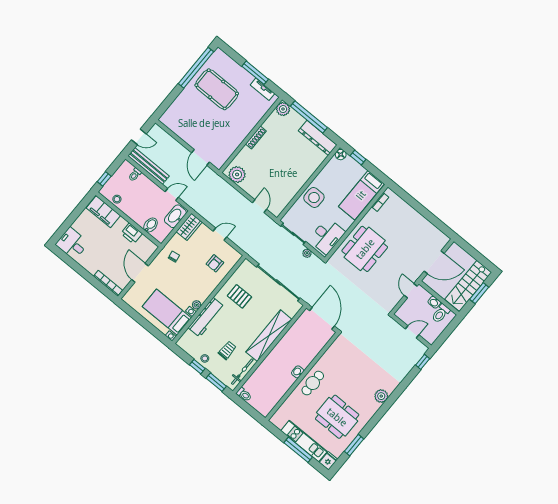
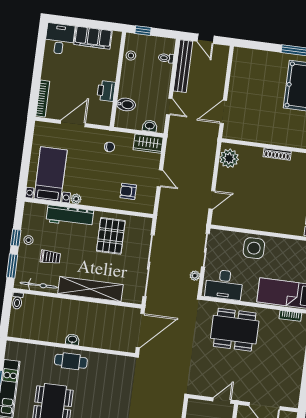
filing cabinet: (103, 212) -> (93, 38), moved, turned -90
washbasin: (175, 216) -> (150, 126), width x0.52, depth x0.69
pallet: (239, 296) -> (111, 236), width x1.50, depth x1.42

